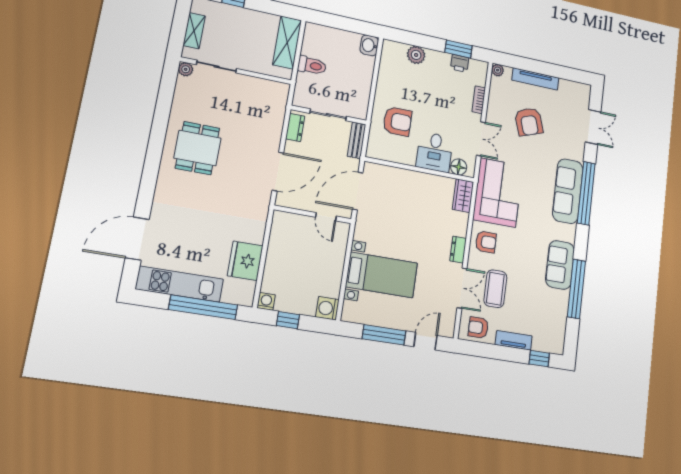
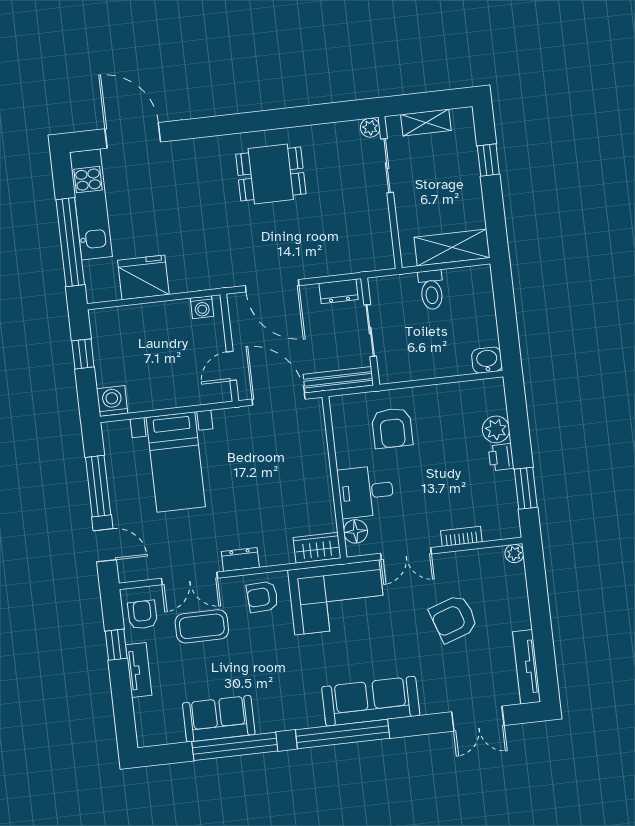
printer: (460, 63) -> (501, 457), moved
tv unit: (535, 79) -> (527, 667), moved
bench: (357, 140) -> (338, 380), width x1.36
window: (586, 193) -> (343, 734), moved
armchair: (486, 242) -> (262, 597), turned 87
sofa: (560, 265) -> (219, 719), moved
washing machine: (266, 301) -> (202, 307), moved, turned 90
window: (539, 359) -> (116, 645), moved

